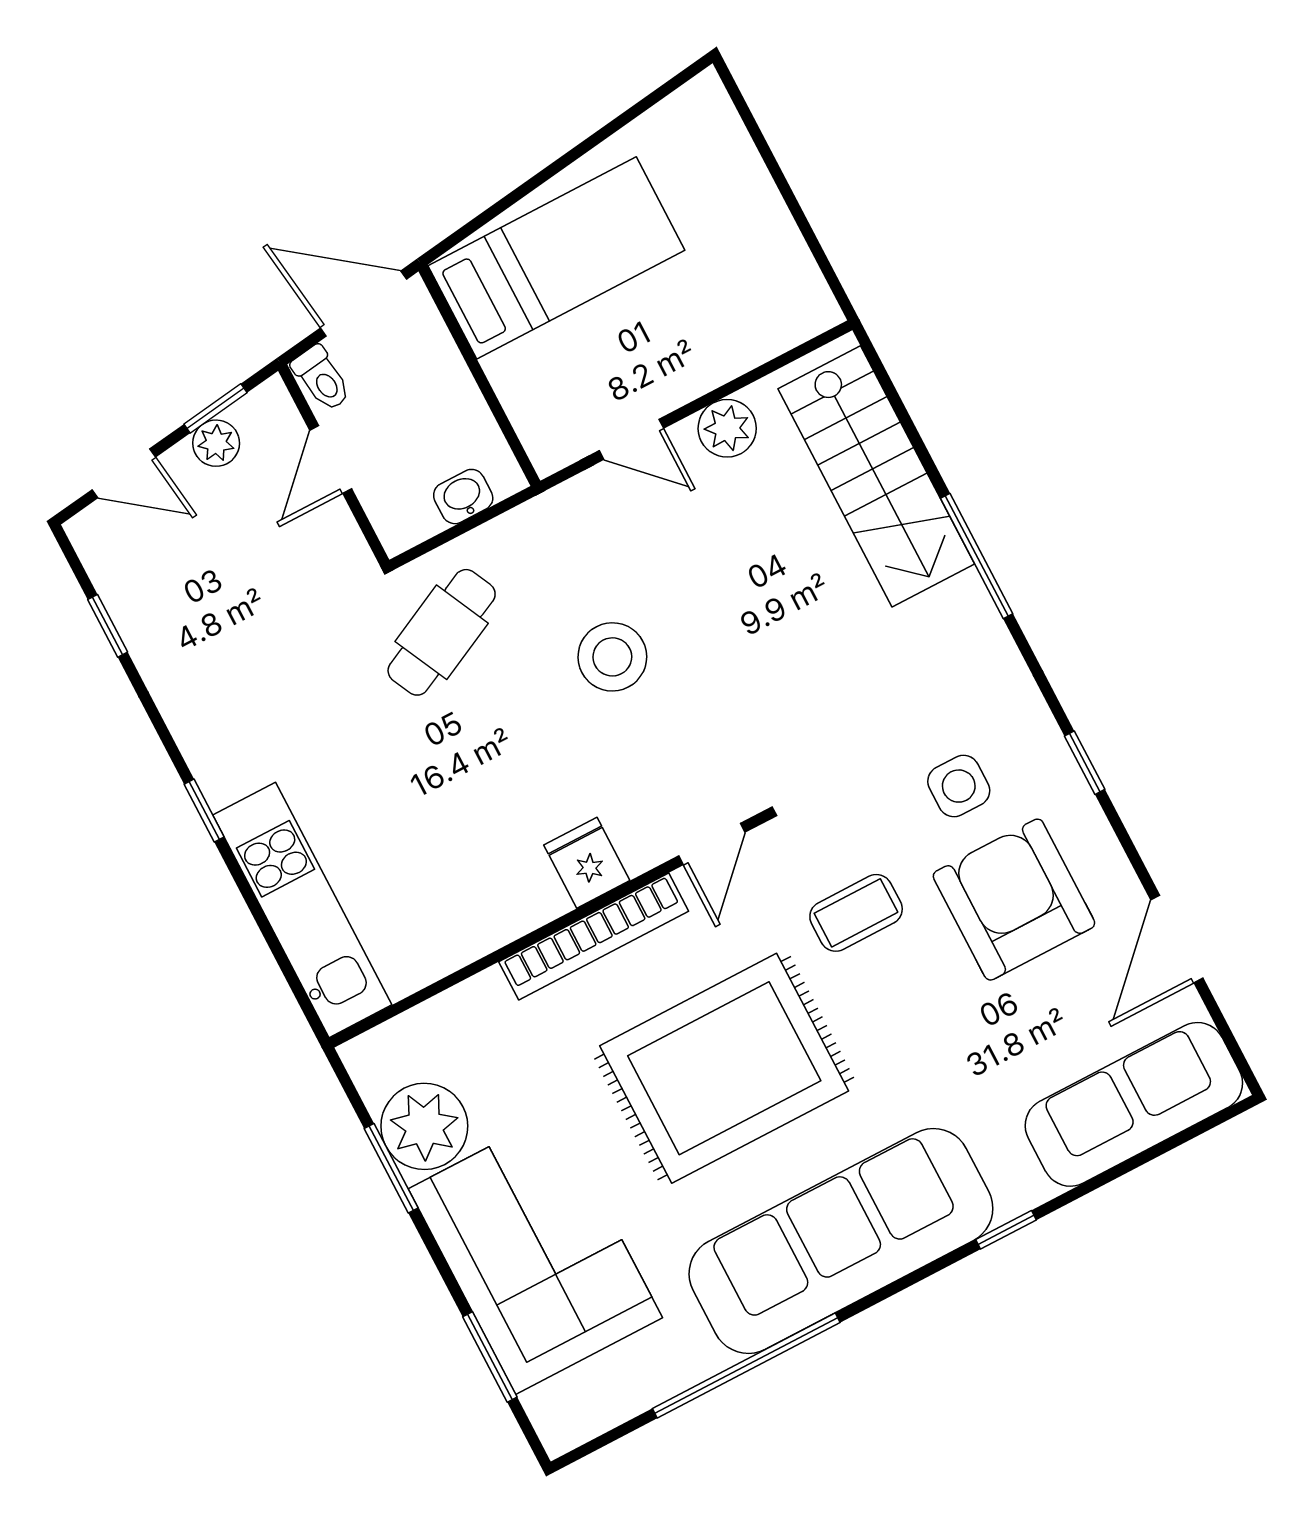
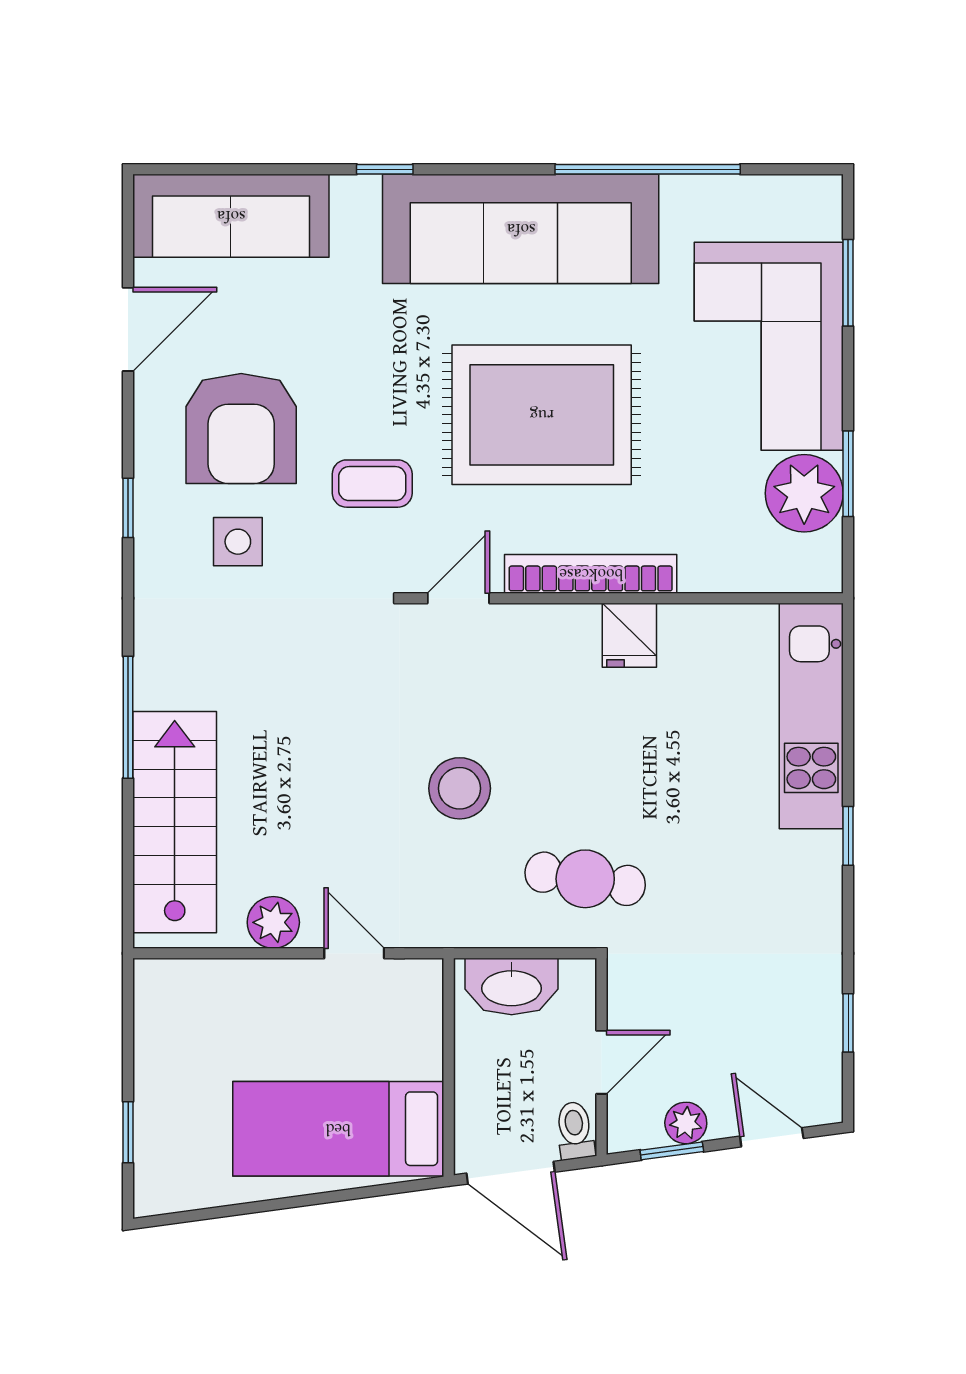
window: (762, 146) -> (128, 1132), added
washbasin: (463, 497) -> (512, 987), width x1.91, depth x1.45
cafe table: (442, 632) -> (585, 879), turned 35
fridge: (587, 863) -> (629, 635), moved

